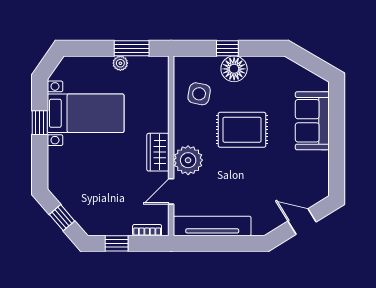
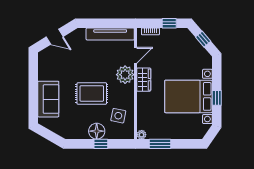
plant: (120, 63) -> (142, 135), moved
bed with nightstands: (86, 113) -> (188, 96), width x1.36

